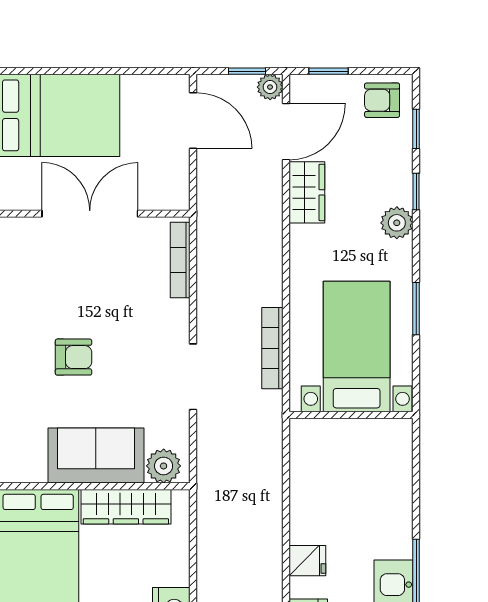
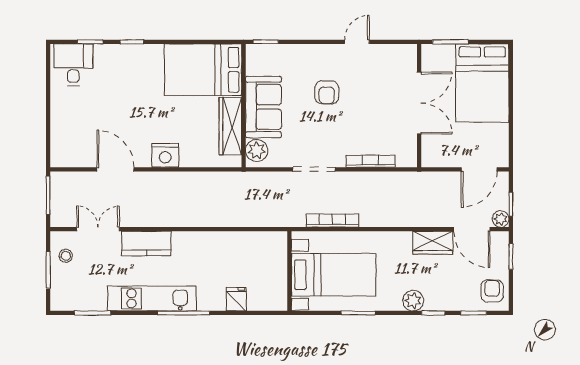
bookcase: (180, 260) -> (370, 161), moved
fridge: (307, 561) -> (236, 299), moved, turned 180

